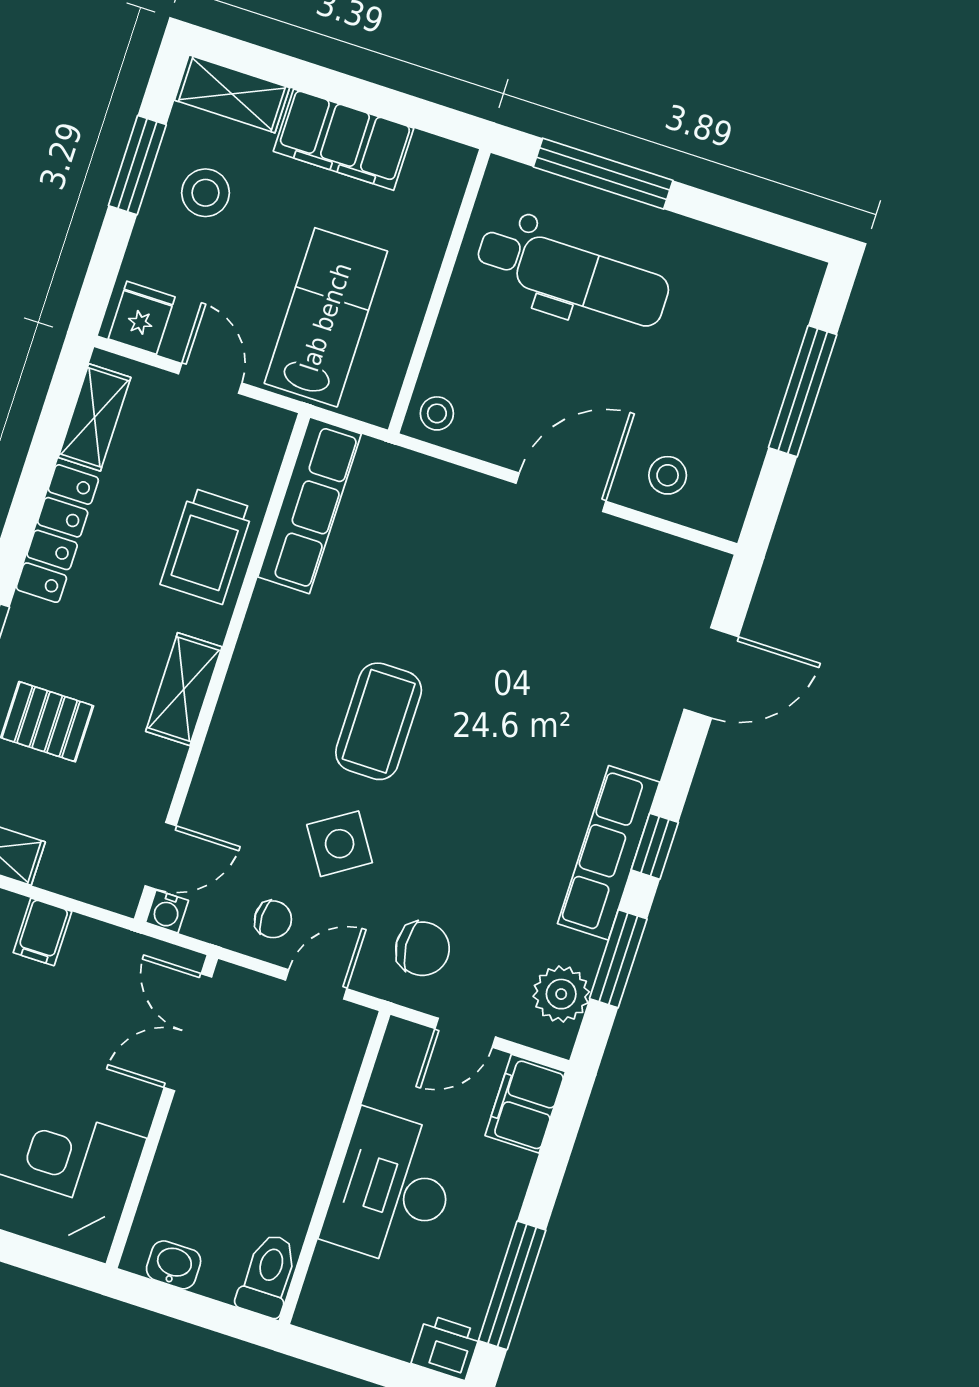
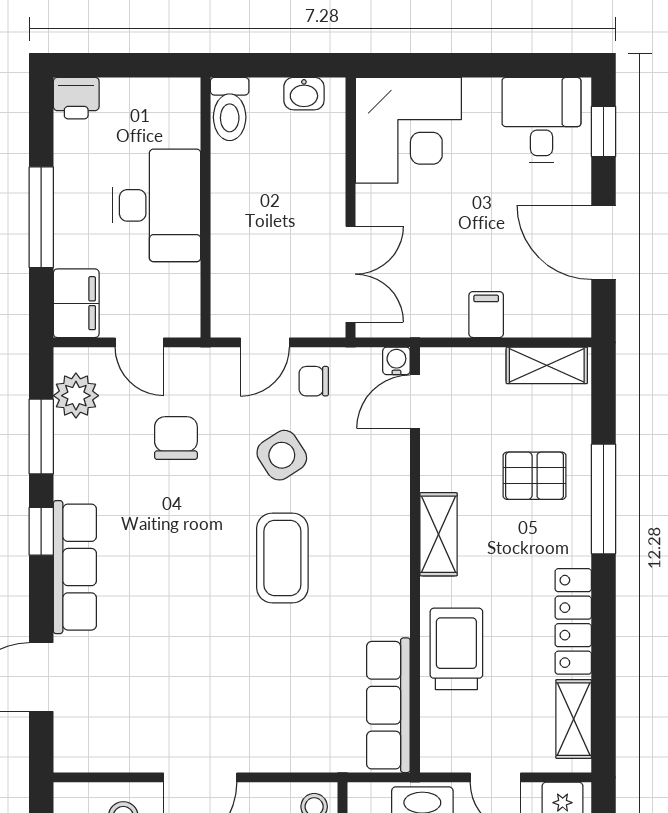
row of seats: (609, 853) -> (75, 567), moved
chair: (422, 949) -> (176, 438), moved, turned 94
door: (465, 1033) -> (139, 342), swing flipped
window: (512, 1285) -> (41, 217), moved

